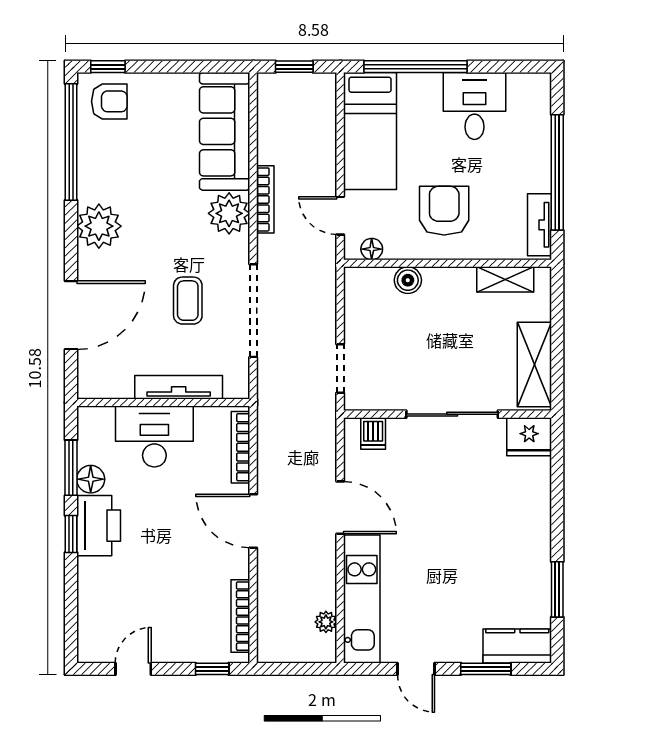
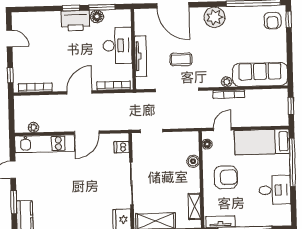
plant: (229, 213) -> (227, 82), width x0.53, depth x0.53

